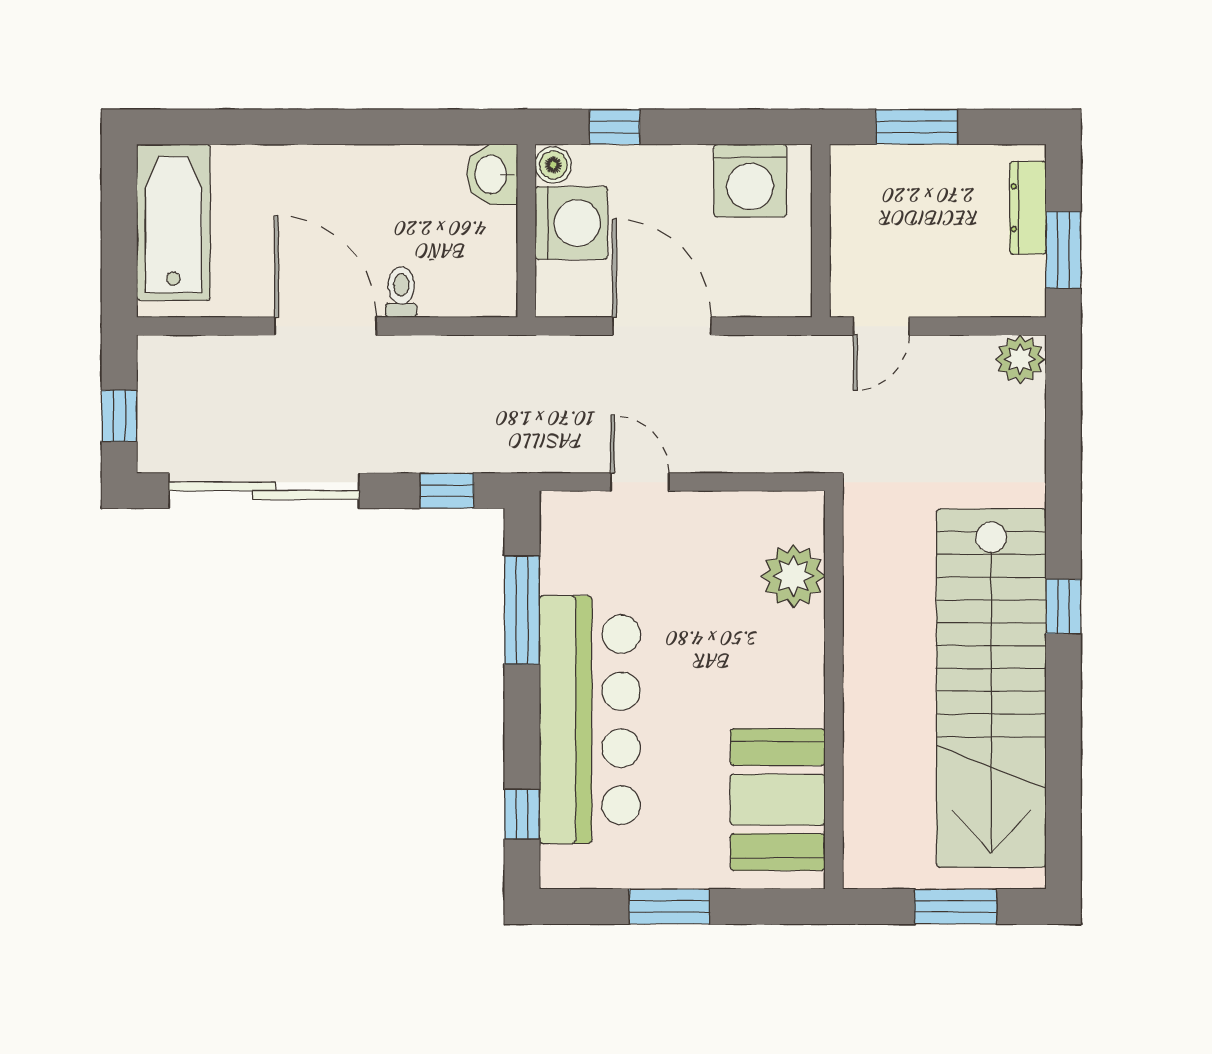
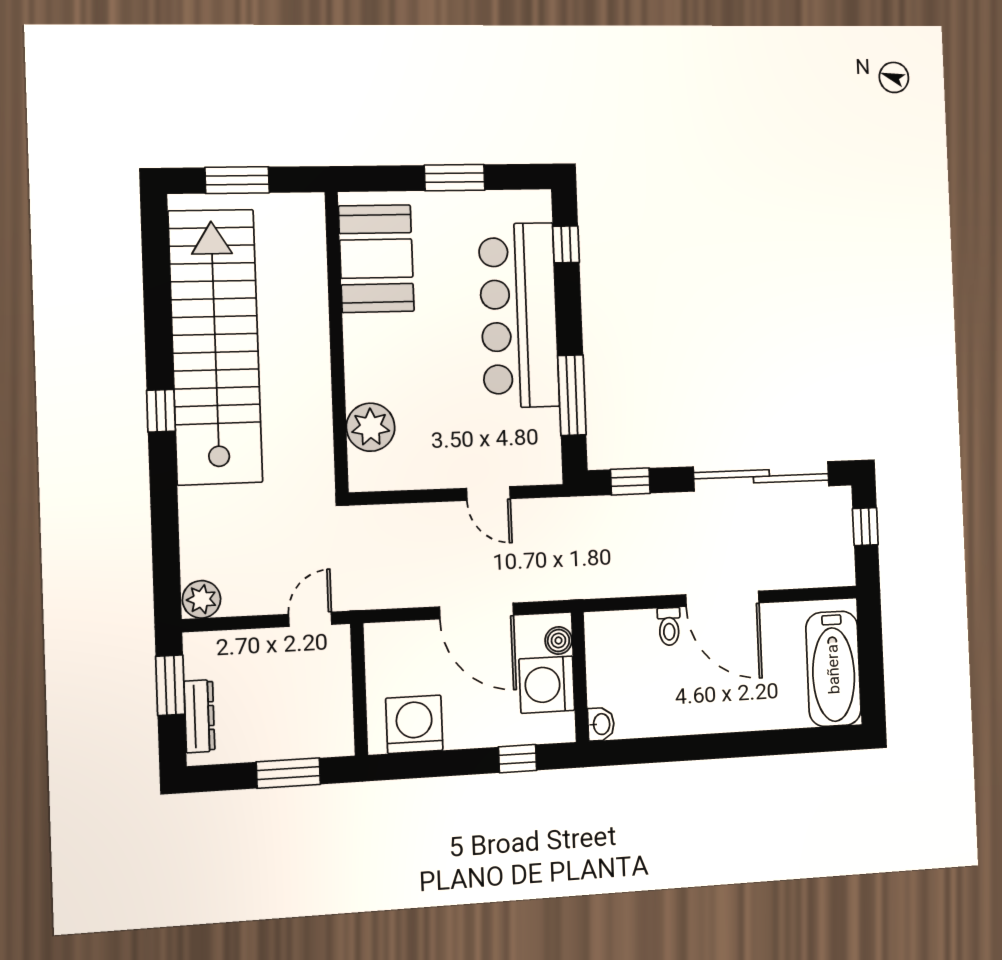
boiler: (553, 165) -> (558, 640), moved
washbasin: (492, 174) -> (601, 724), width x0.72, depth x0.69

